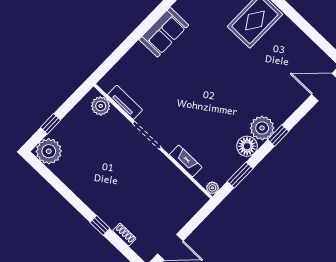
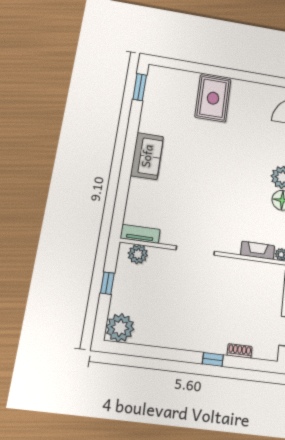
tv unit: (125, 102) -> (140, 234), moved
window: (51, 124) -> (107, 283), moved
fireplace: (186, 161) -> (258, 250), moved

